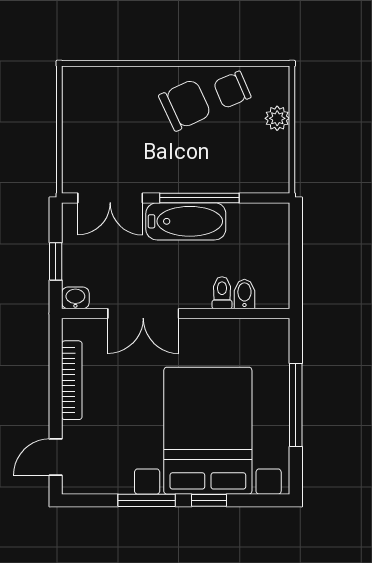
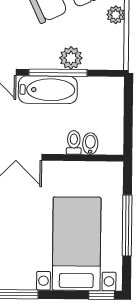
plant: (217, 178) -> (71, 58), added
bed with nightstands: (208, 431) -> (77, 244), width x0.73
window: (209, 500) -> (102, 295), moved

